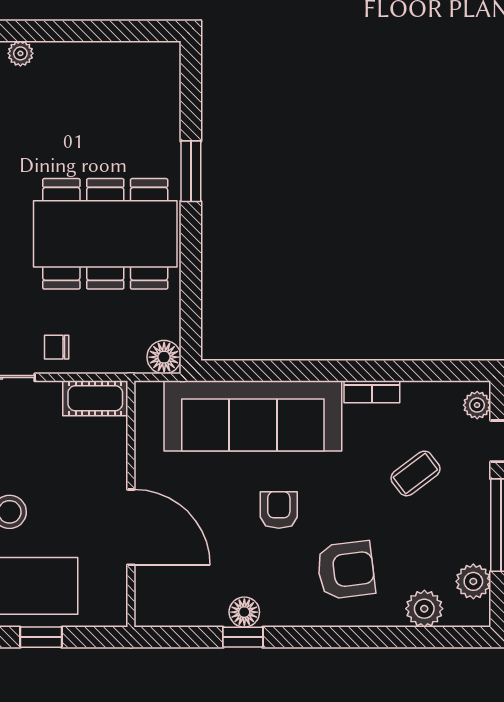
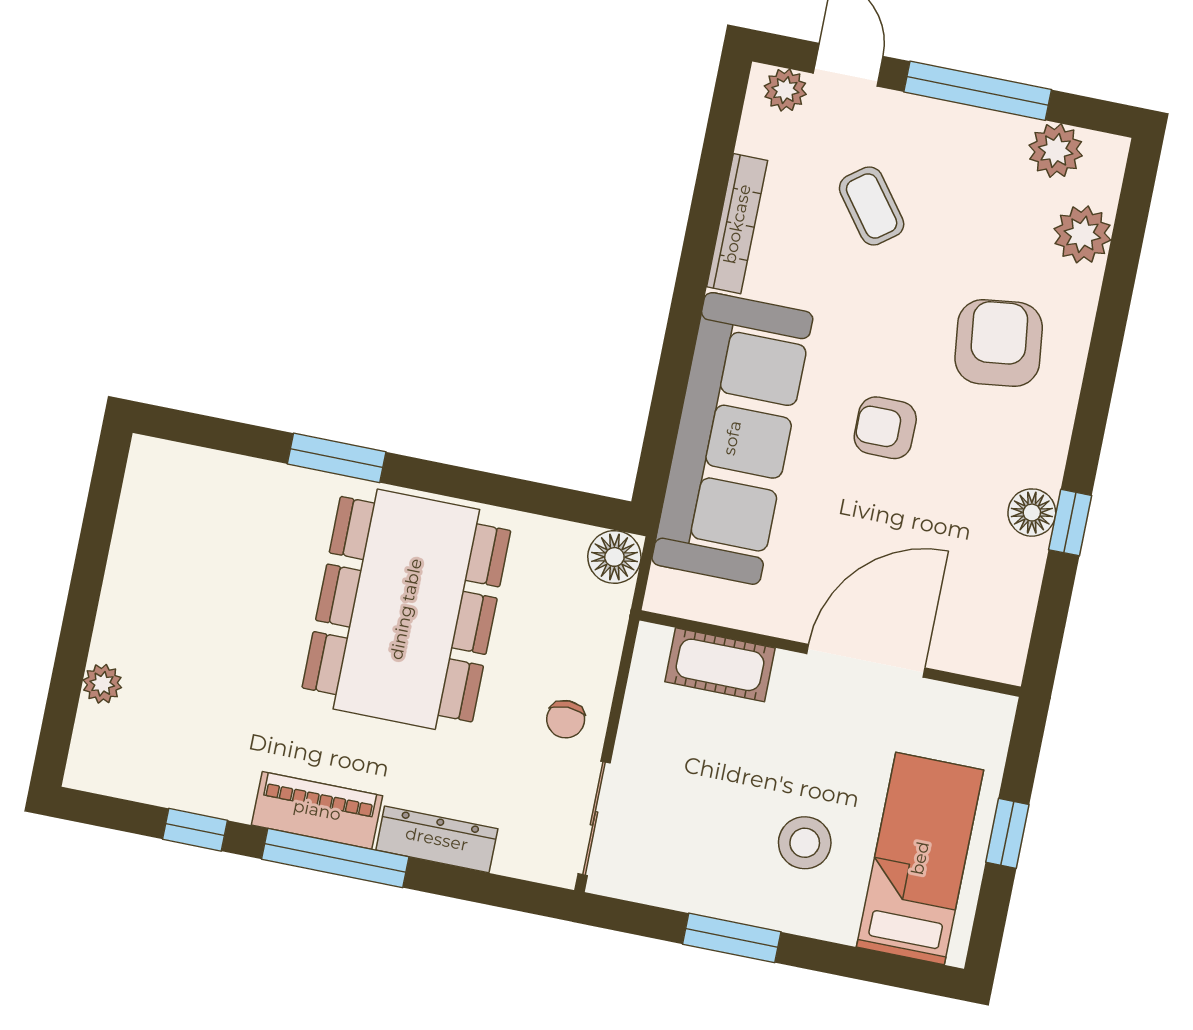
bookcase: (372, 392) -> (737, 224), width x1.56
cot: (95, 398) -> (720, 665), moved, turned 90

